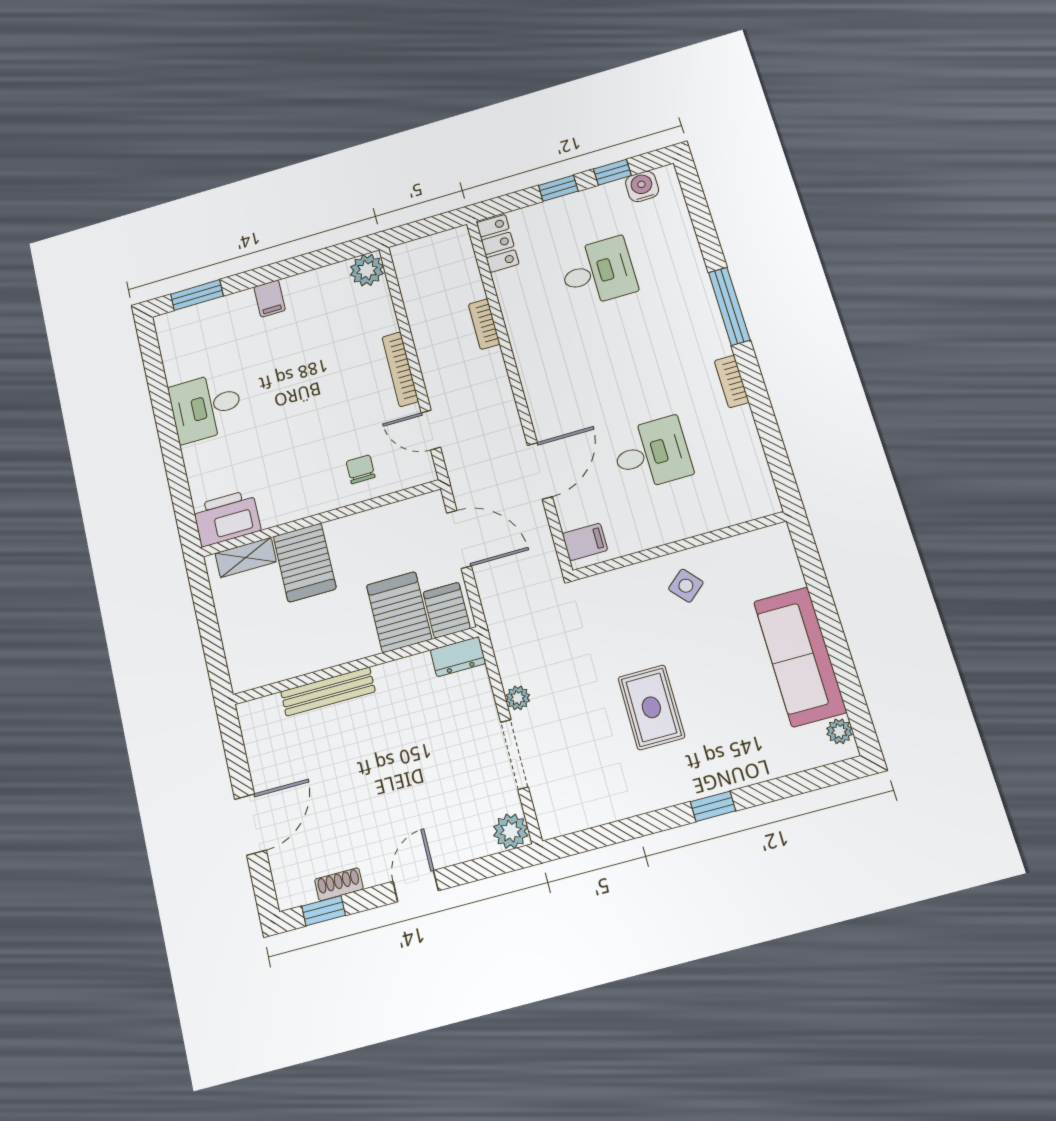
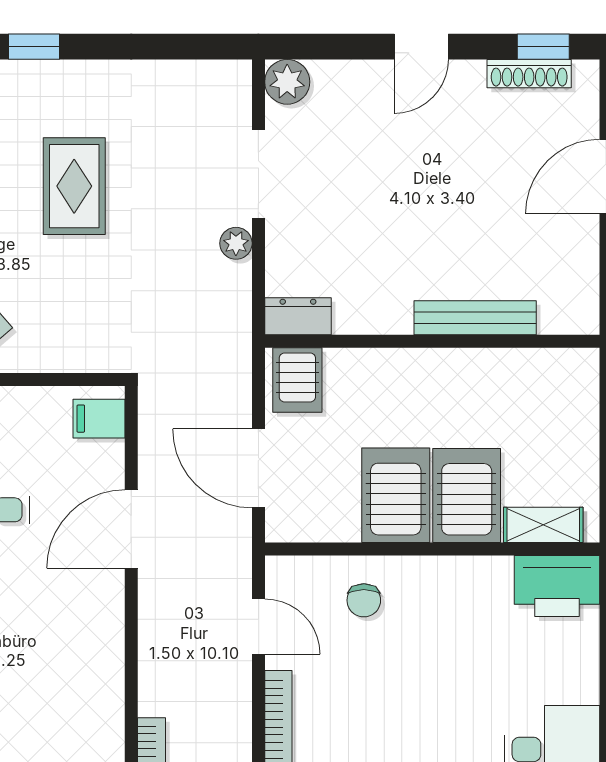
server rack: (399, 612) -> (396, 495), moved, turned 180
shoe rack: (339, 884) -> (529, 74), width x1.43

